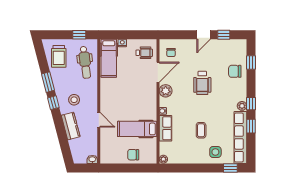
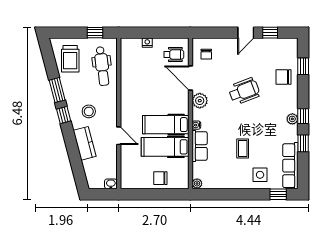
hospital bed: (109, 58) -> (166, 125), moved, turned 90
door: (158, 72) -> (190, 78), swing flipped
wheelchair: (202, 83) -> (244, 91), turned -111
row of seats: (240, 138) -> (290, 166), width x0.73

